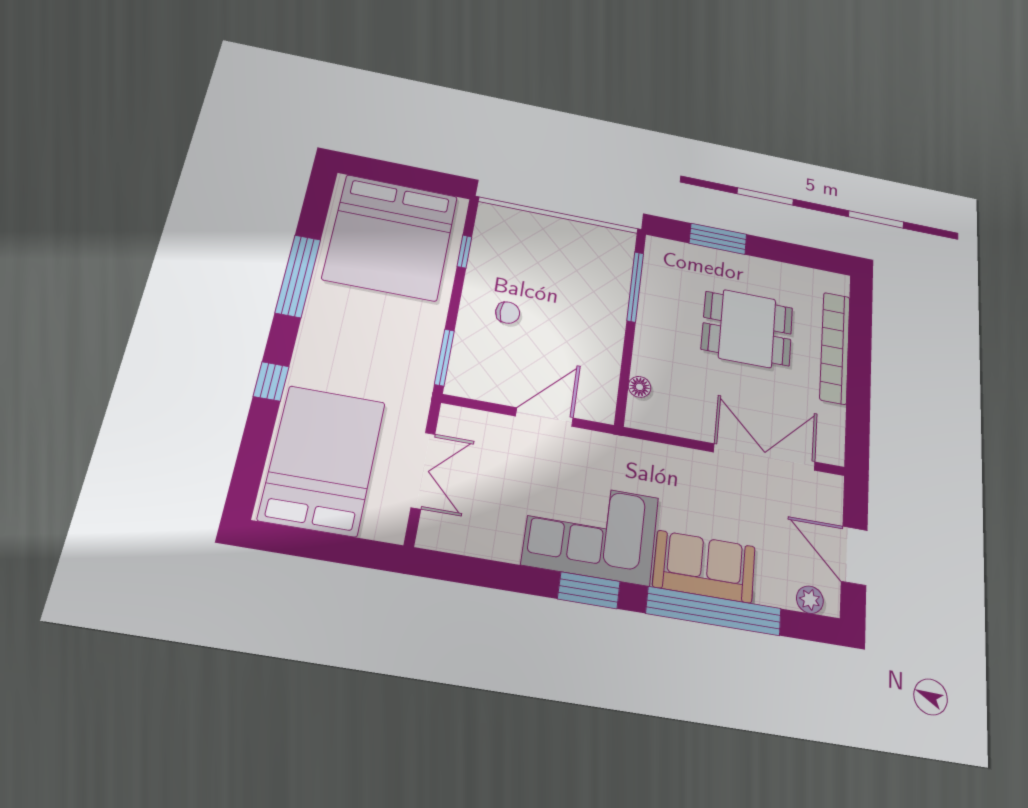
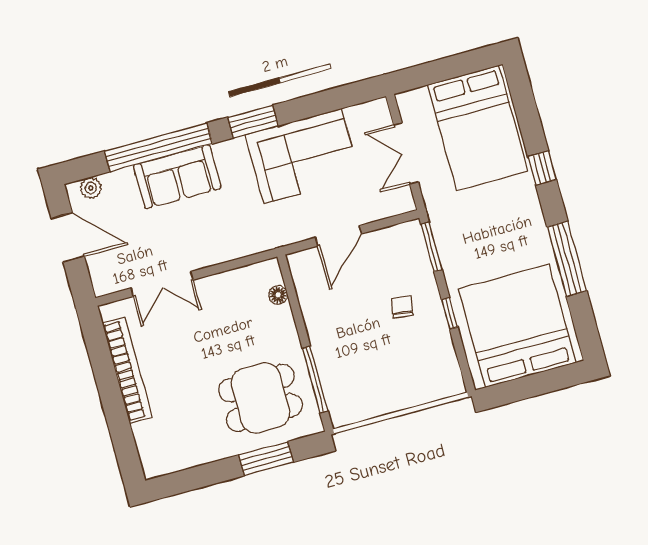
window: (464, 252) -> (450, 313), moved
chair: (508, 313) -> (402, 307), turned 98
dining table: (747, 328) -> (260, 398), moved
bookcase: (835, 348) -> (127, 370), moved
double door: (765, 457) -> (162, 284), width x0.73
corner sofa: (591, 531) -> (303, 156), moved

